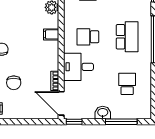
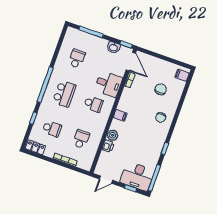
school desk: (127, 37) -> (64, 94), turned 180
school desk: (127, 84) -> (77, 59), turned 180
washbasin: (103, 113) -> (113, 47), moved

